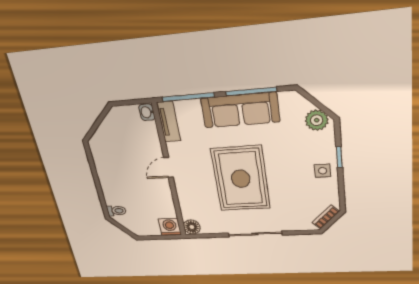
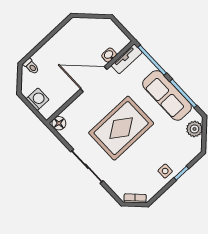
washbasin: (147, 112) -> (109, 55), moved
plant: (317, 120) -> (194, 129), moved
door: (168, 167) -> (94, 79), width x1.88
washing machine: (170, 227) -> (38, 99), moved

